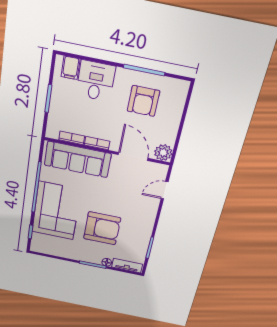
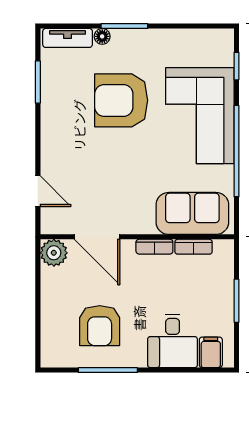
armchair: (143, 101) -> (100, 326), turned 180
sofa: (78, 159) -> (192, 213), width x0.73
door: (165, 190) -> (38, 191), hinge flipped

